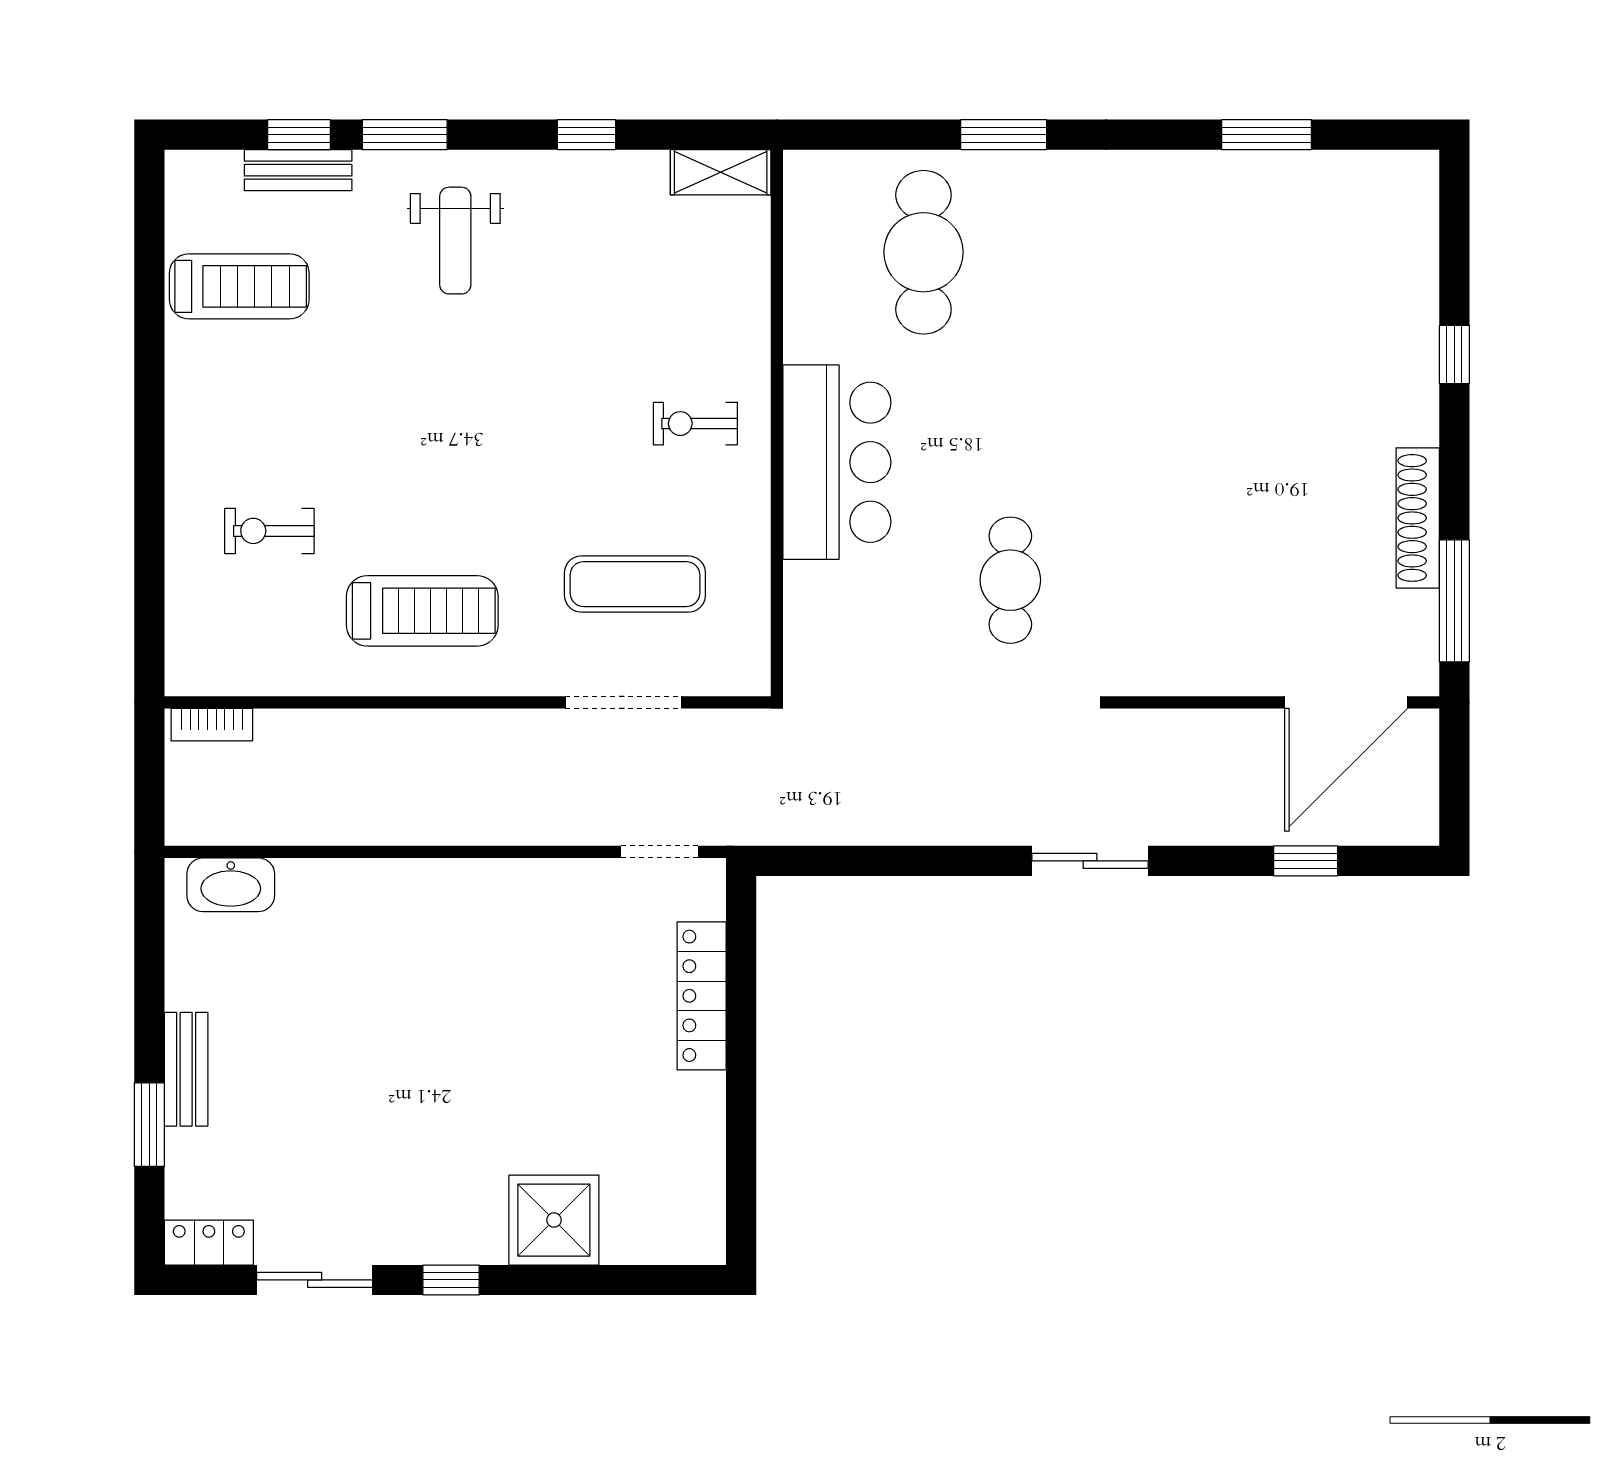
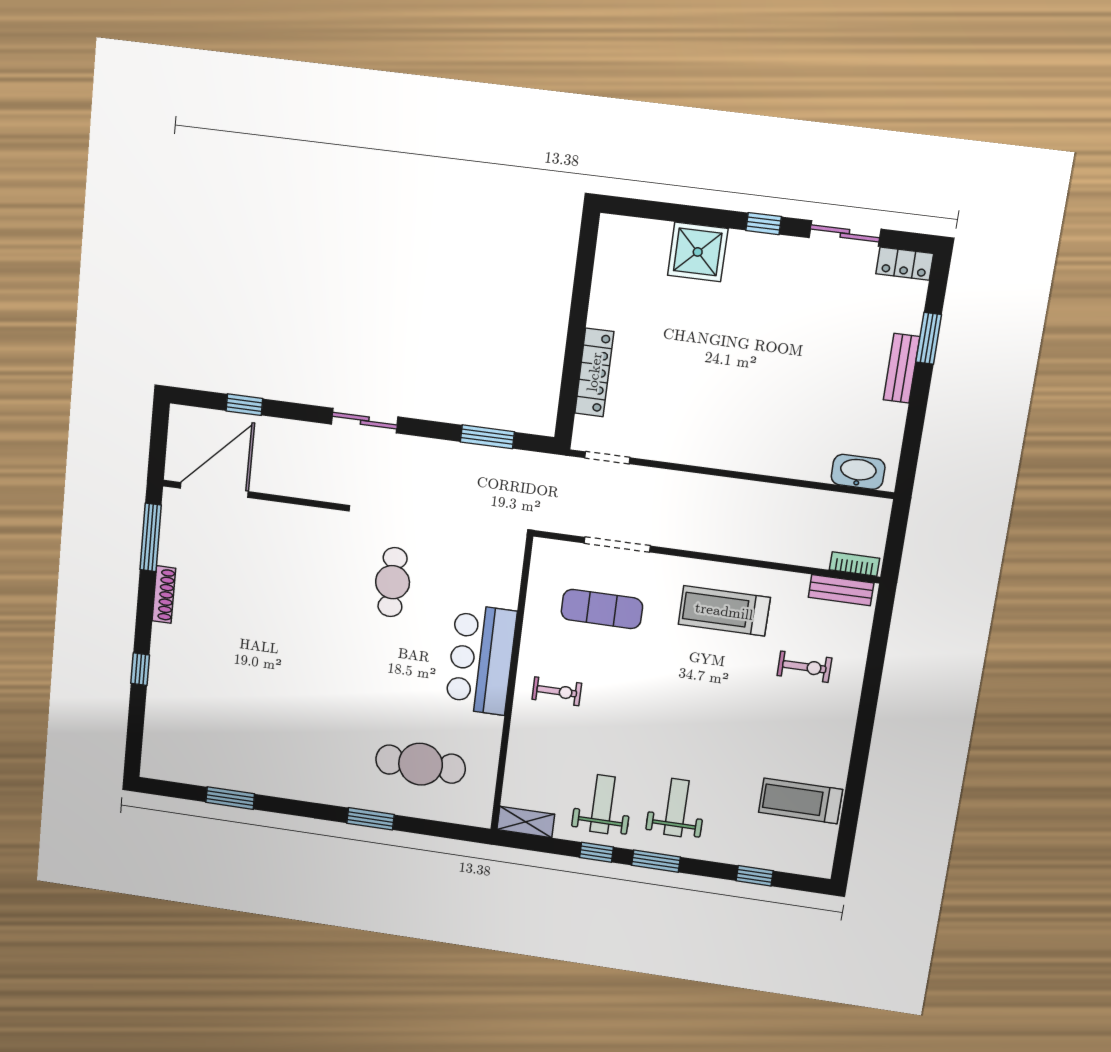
window: (405, 135) -> (656, 861), moved
bench: (298, 170) -> (841, 590), moved
weight bench: (587, 227) -> (603, 804), added
cafe table: (923, 252) -> (421, 764), turned 90
shoe rack: (1418, 518) -> (164, 595), width x0.74, depth x0.81
window: (872, 861) -> (487, 437), added

